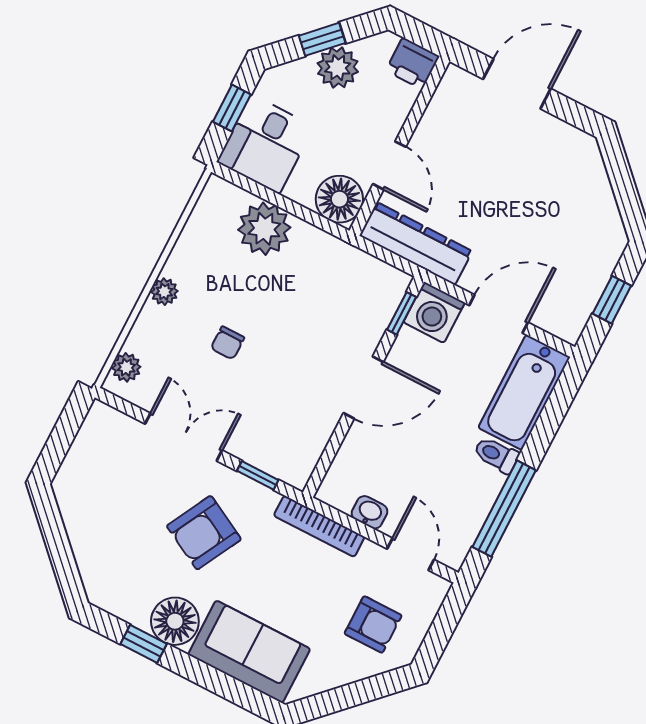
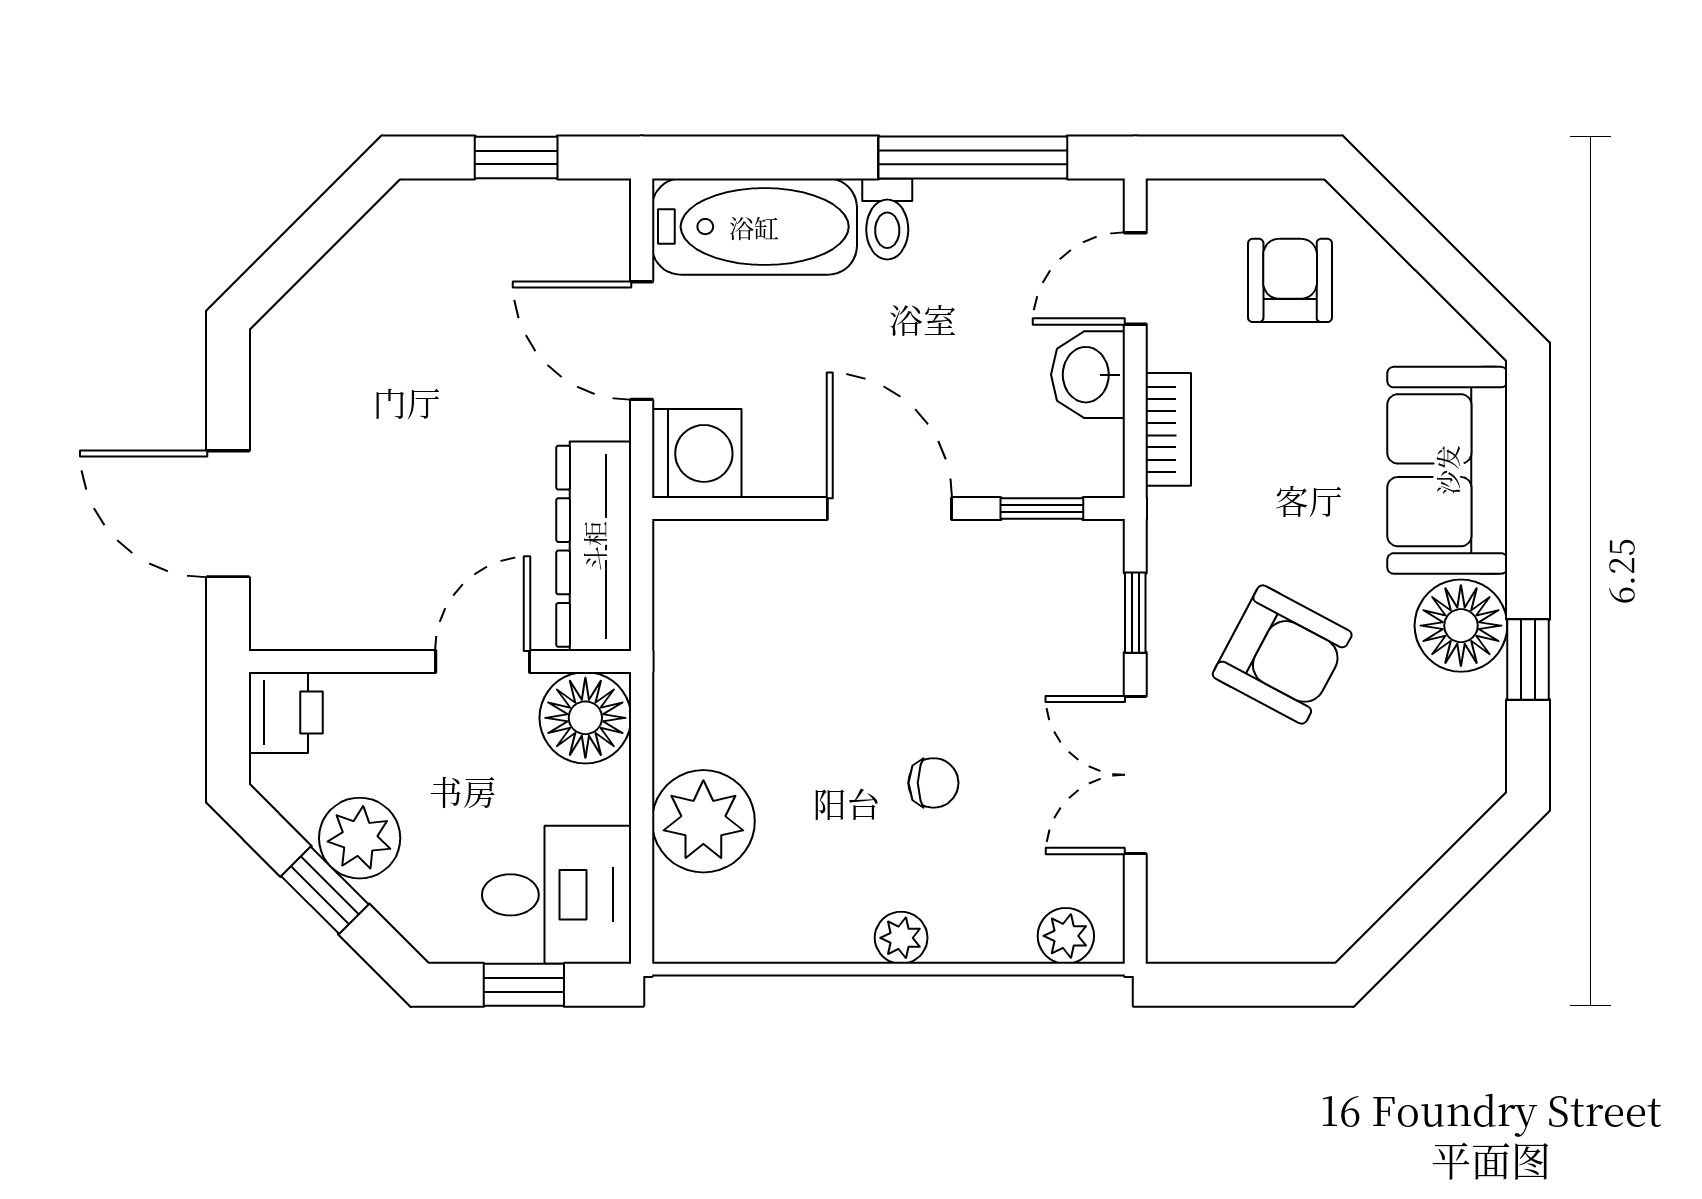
window: (402, 313) -> (1042, 509), moved
washbasin: (369, 512) -> (1088, 375), width x1.38, depth x1.45
bookcase: (319, 526) -> (1168, 429), width x0.64

